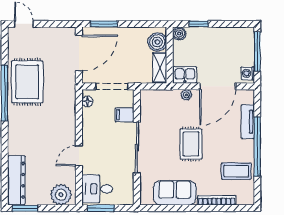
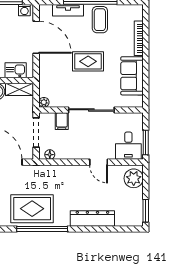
kitchen sink: (185, 75) -> (16, 70), moved, turned 90
plant: (186, 95) -> (44, 102), moved
coffee table: (236, 171) -> (100, 20), moved
dresser: (16, 180) -> (92, 218), moved

